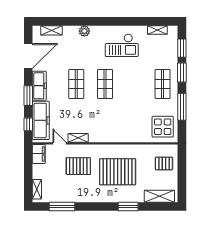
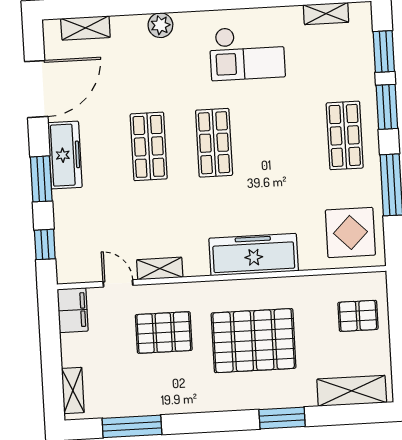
freezer: (41, 120) -> (254, 255), moved, turned -90

